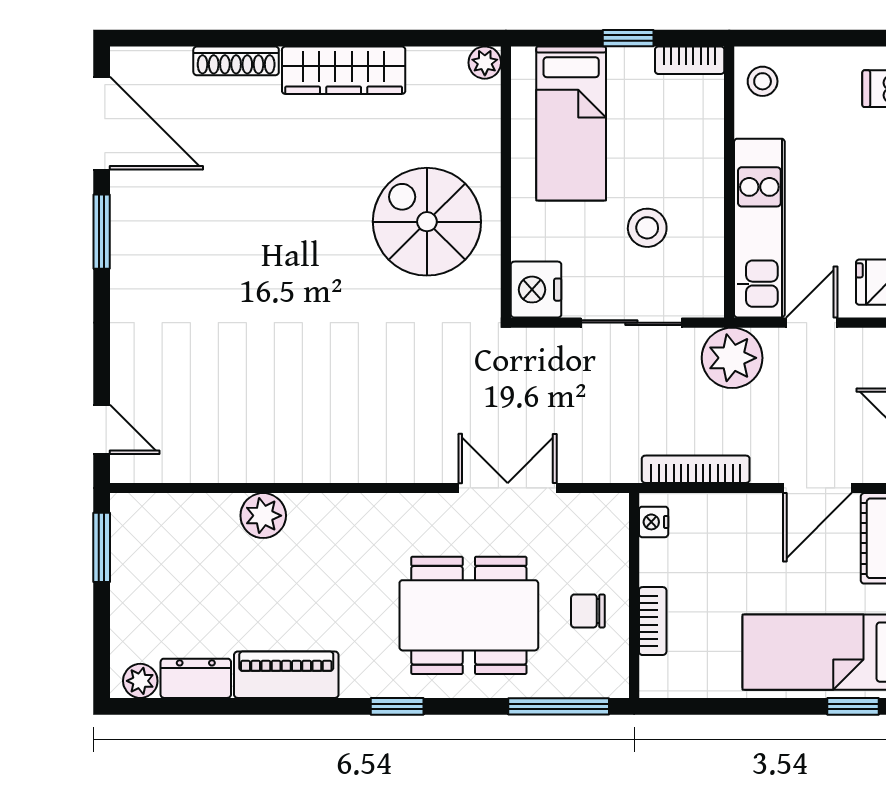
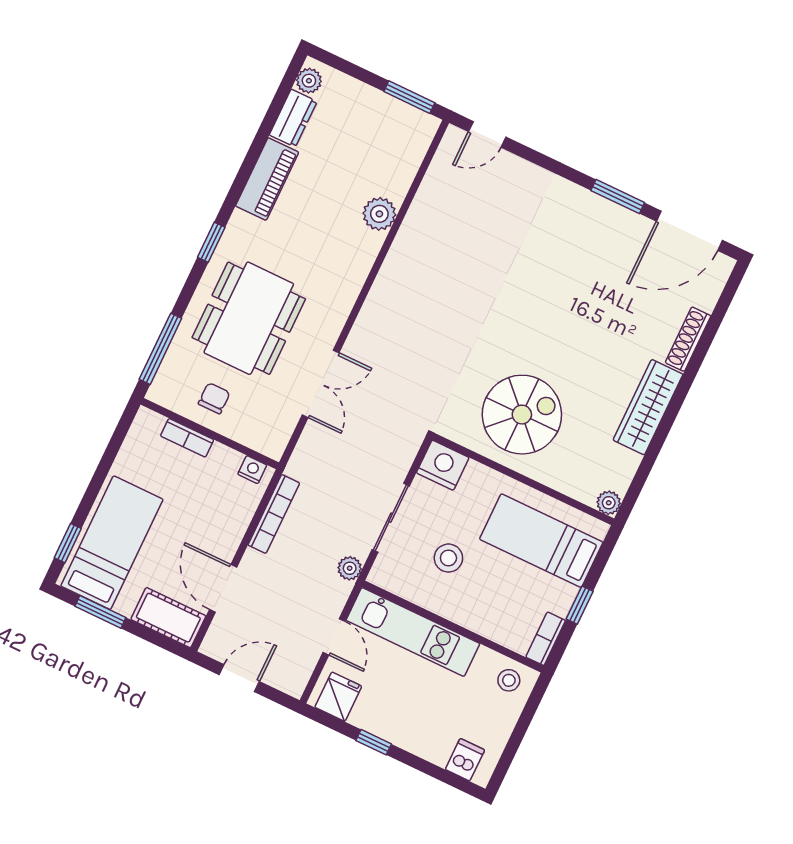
plant: (732, 358) -> (350, 568), width x0.53, depth x0.53

